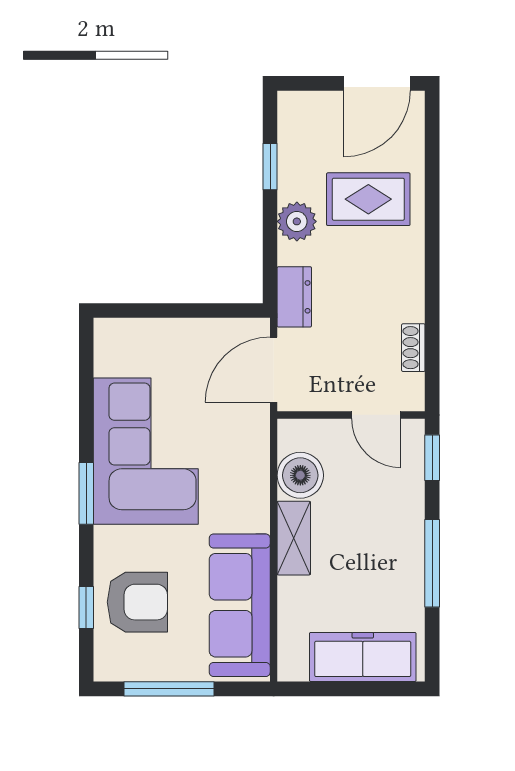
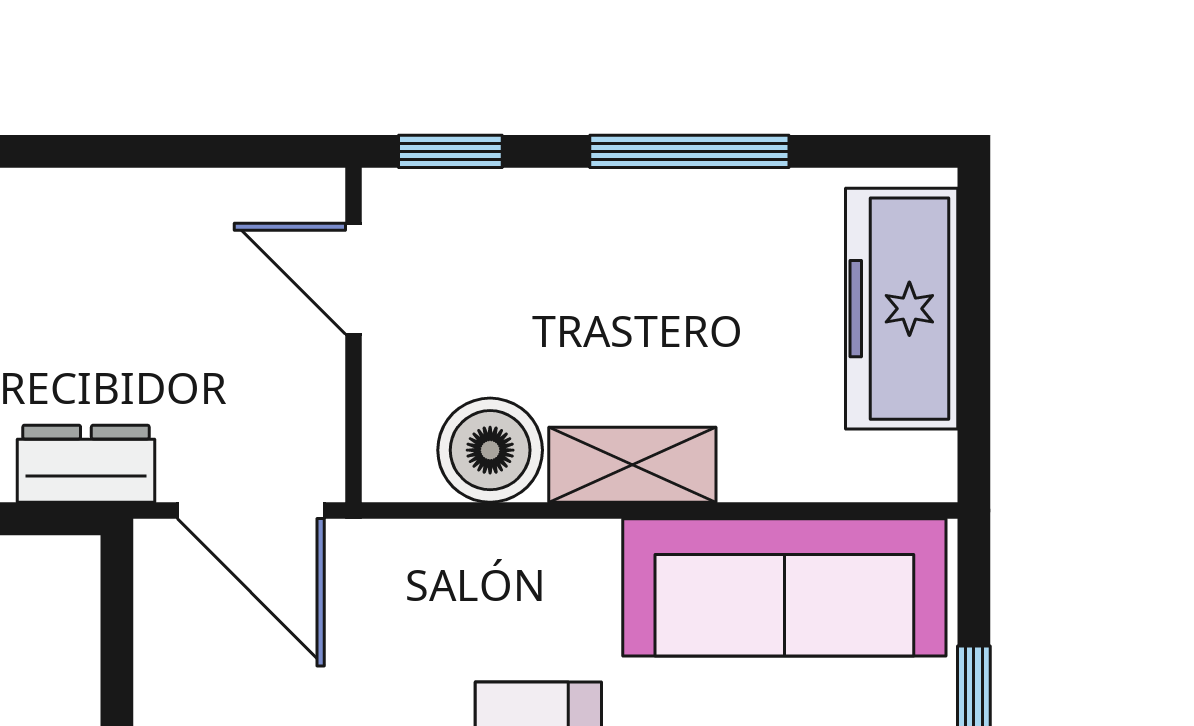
shoe rack: (413, 348) -> (201, 194), removed
door: (376, 415) -> (354, 279), swing flipped

